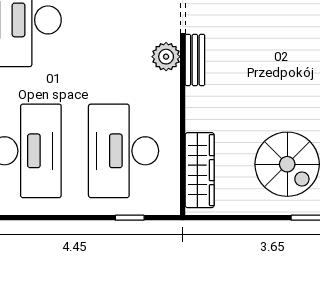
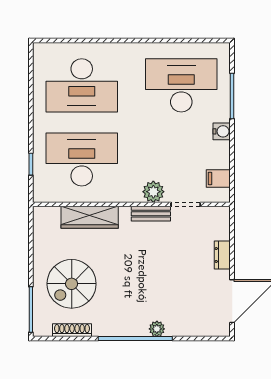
wardrobe: (200, 170) -> (90, 217), moved

